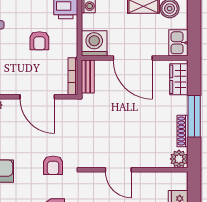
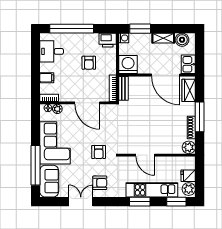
door: (133, 58) -> (166, 75), moved

